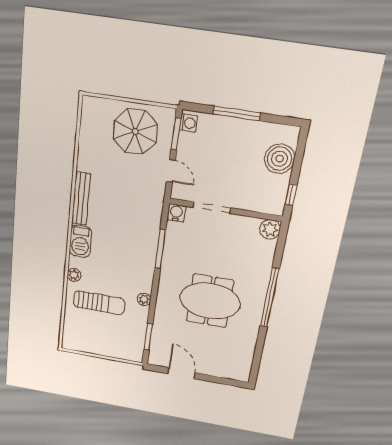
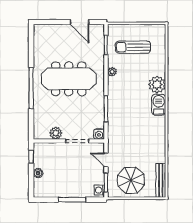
boiler: (280, 159) -> (38, 173), width x0.54, depth x0.54
bench: (81, 199) -> (161, 180), moved
plant: (270, 229) -> (56, 133), moved
plant: (74, 275) -> (157, 85), width x1.87, depth x1.87
meeting table: (210, 301) -> (69, 79), width x1.36
sun lounger: (99, 303) -> (133, 47), moved

